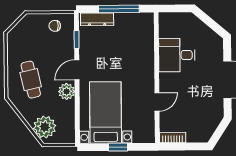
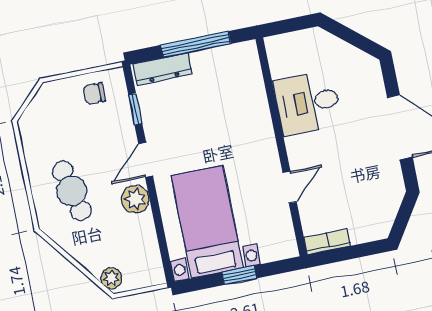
plant: (45, 127) -> (111, 278), width x0.53, depth x0.53

